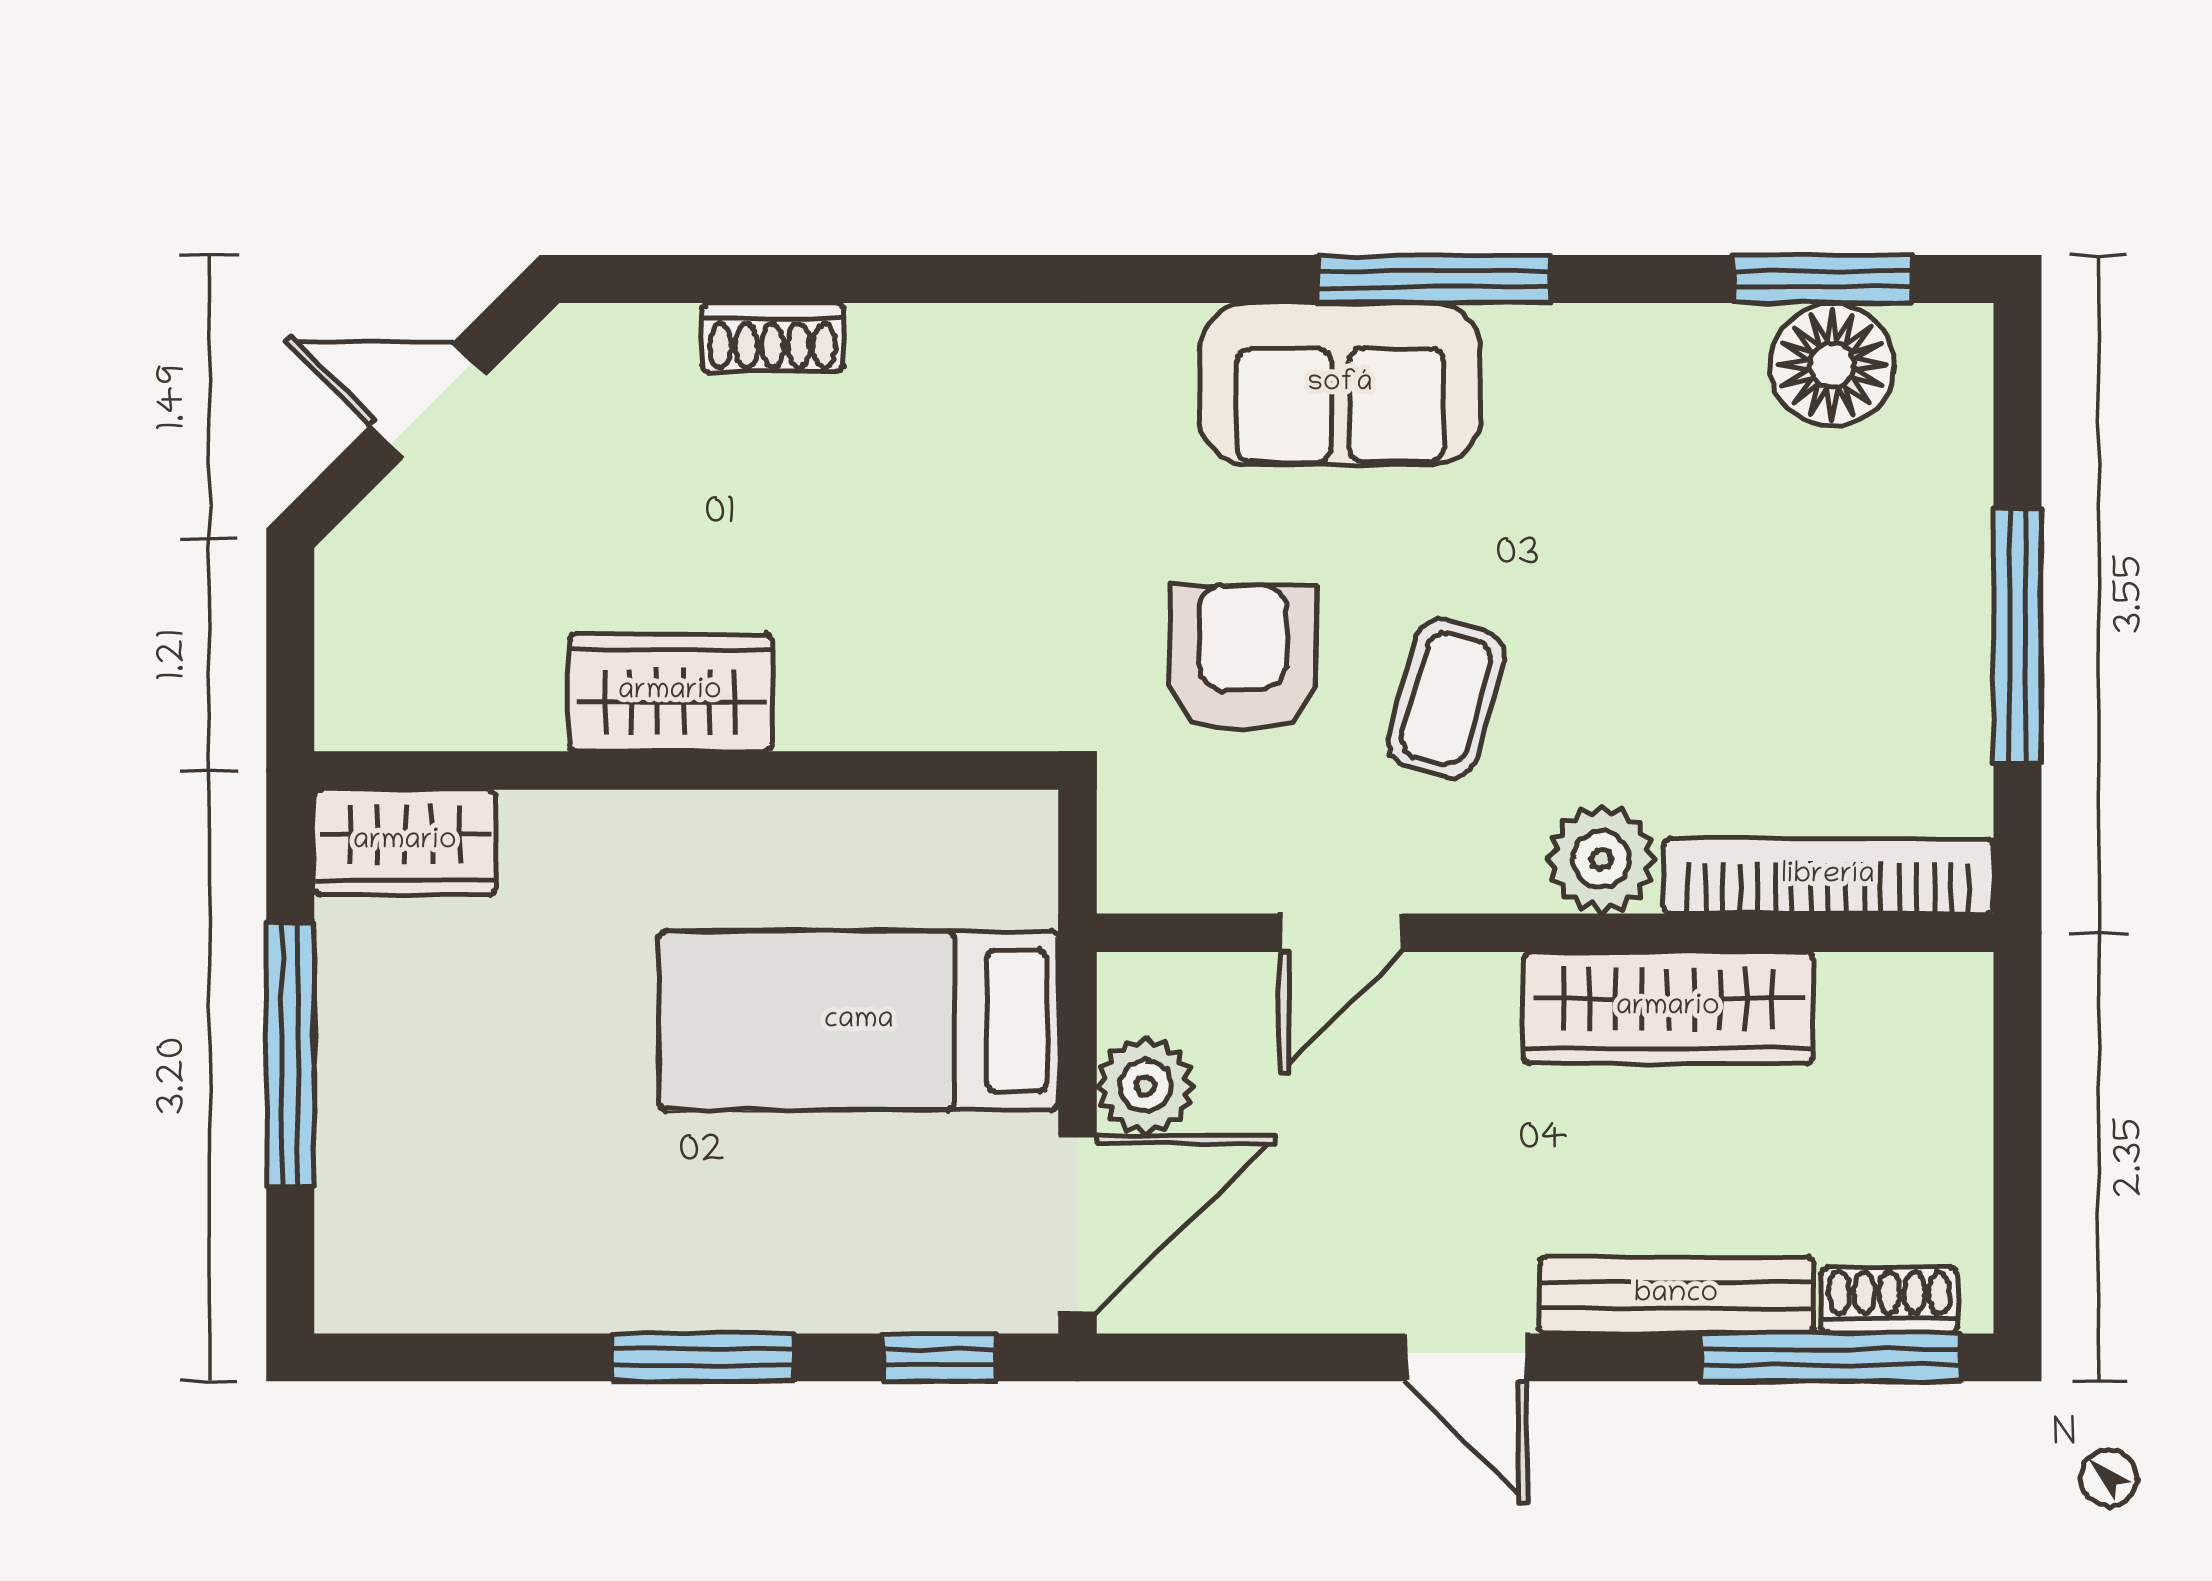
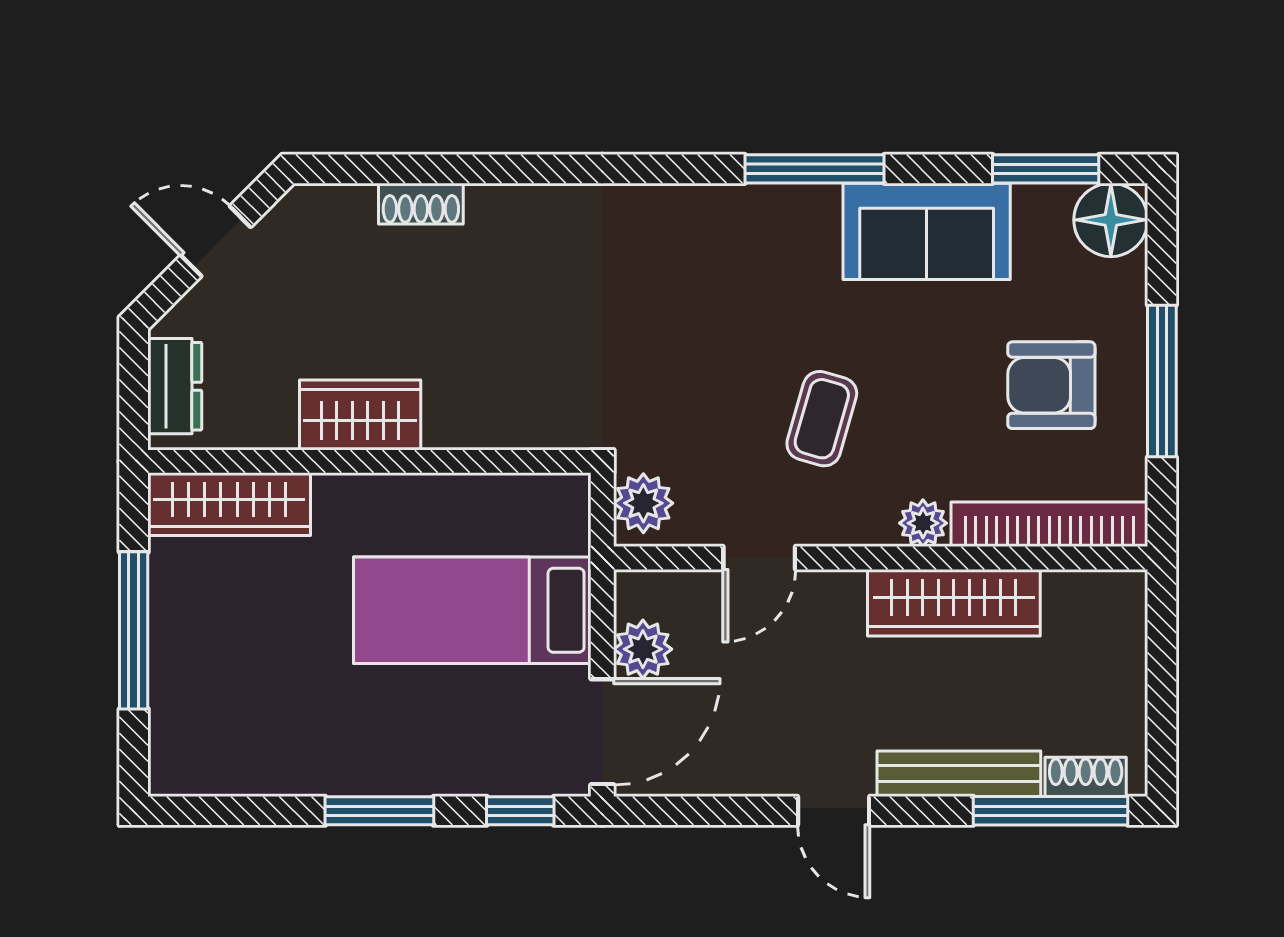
floor lamp: (1832, 365) -> (1111, 220), moved
sofa: (1340, 384) -> (927, 231), moved
dresser: (359, 644) -> (175, 386), added
armchair: (1243, 658) -> (1051, 385), moved, turned -90
plant: (1146, 841) -> (643, 503), added
wardrobe: (405, 842) -> (229, 504), width x1.50
plant: (1601, 859) -> (923, 523), width x0.73, depth x0.73

